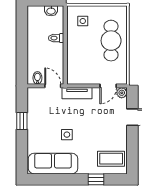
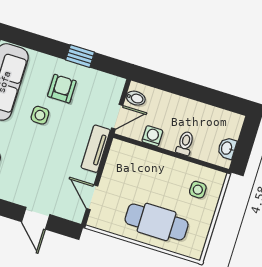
washing machine: (58, 60) -> (152, 136), added
plant: (122, 93) -> (76, 214), removed
armchair: (46, 126) -> (62, 89), added

